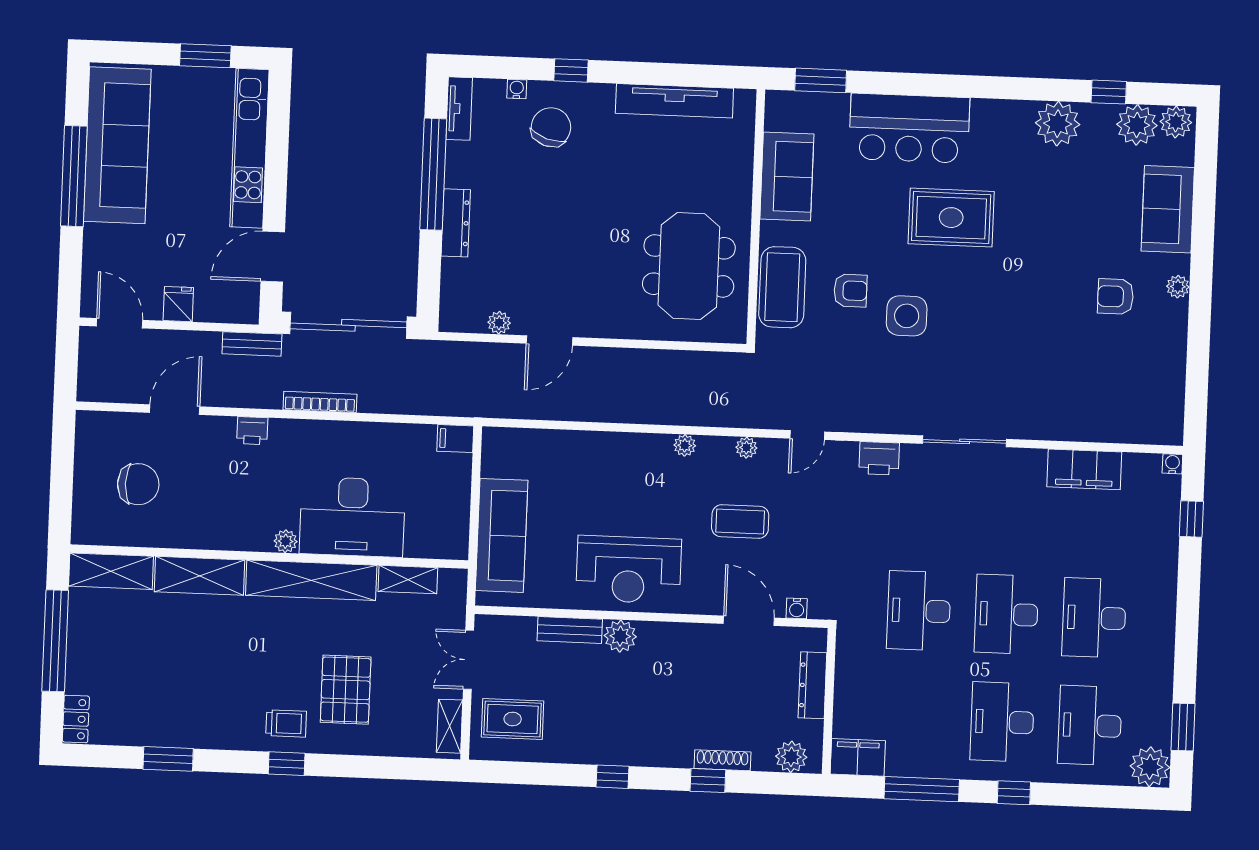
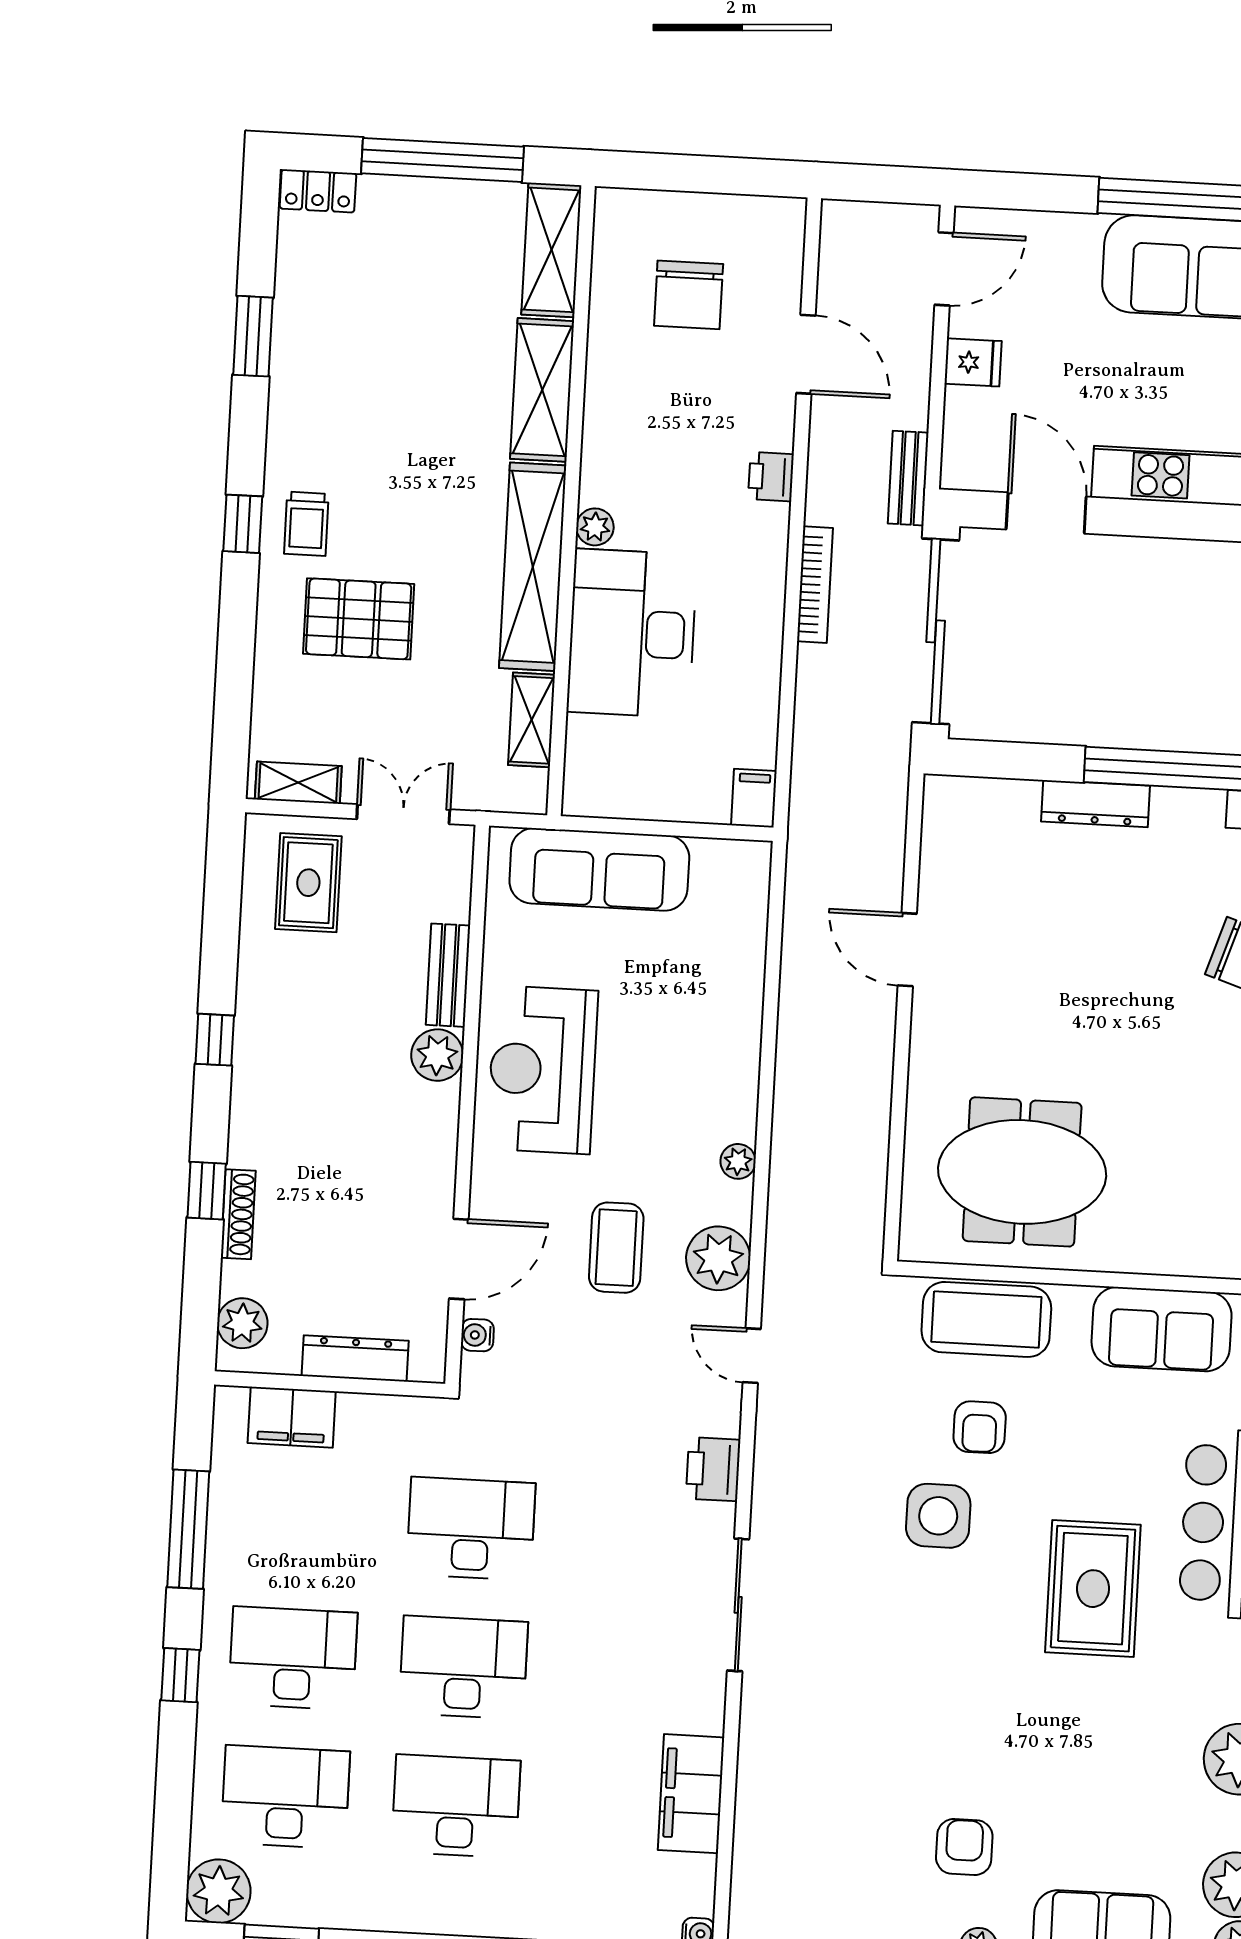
plant: (499, 323) -> (936, 870), removed
plant: (746, 448) -> (718, 1258), width x1.88, depth x1.88
filing cabinet: (858, 757) -> (292, 1417), moved, turned 90

